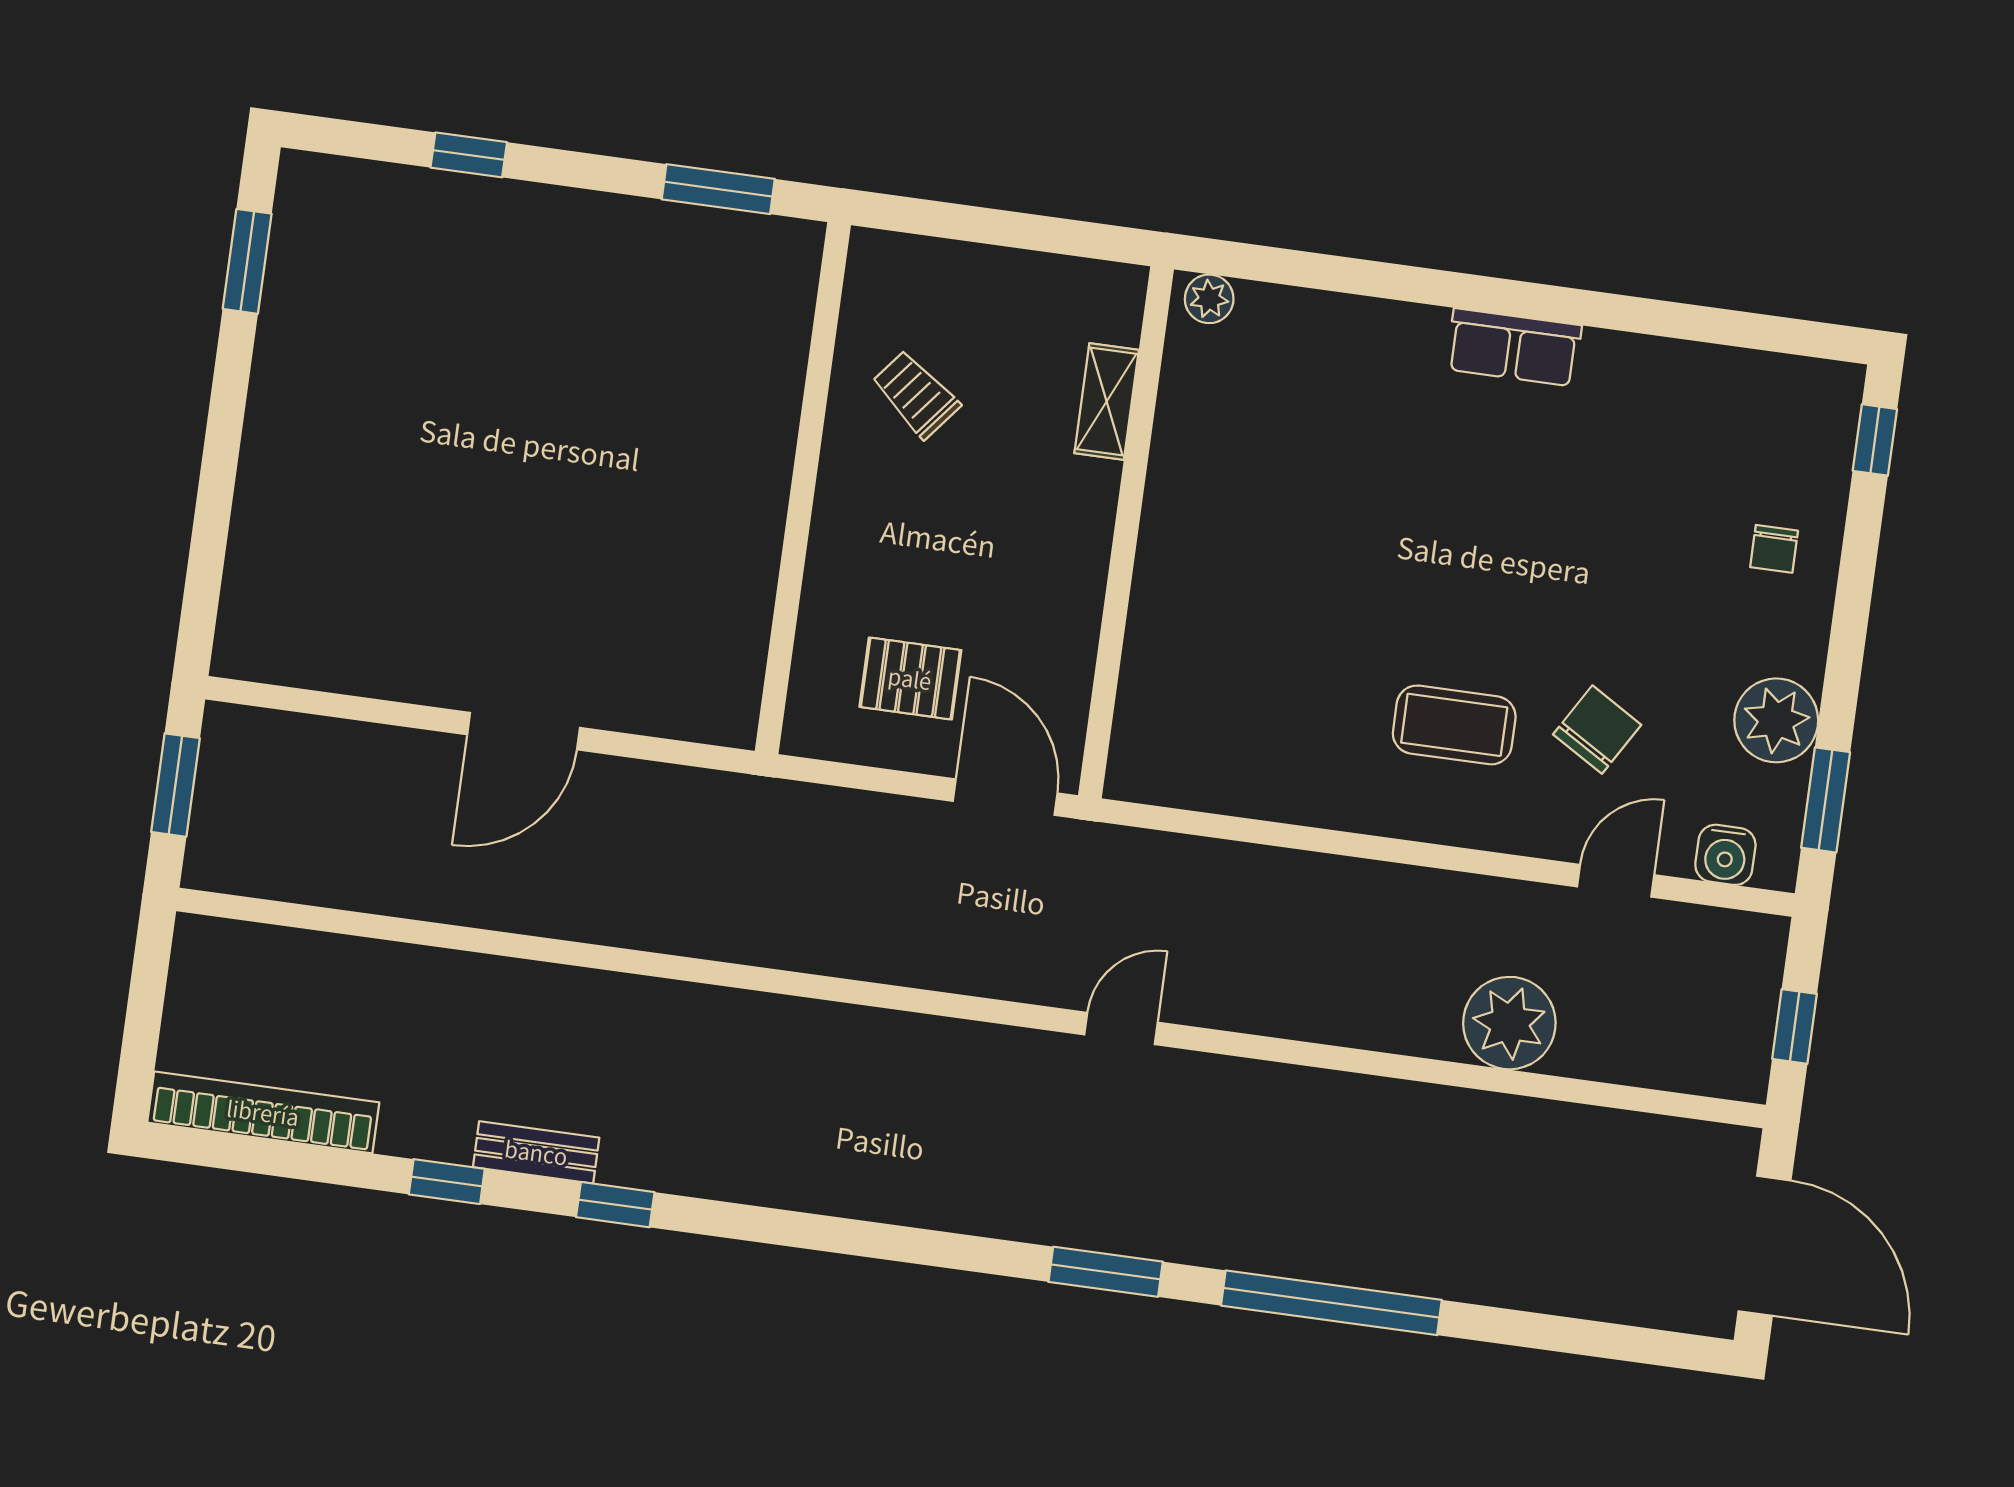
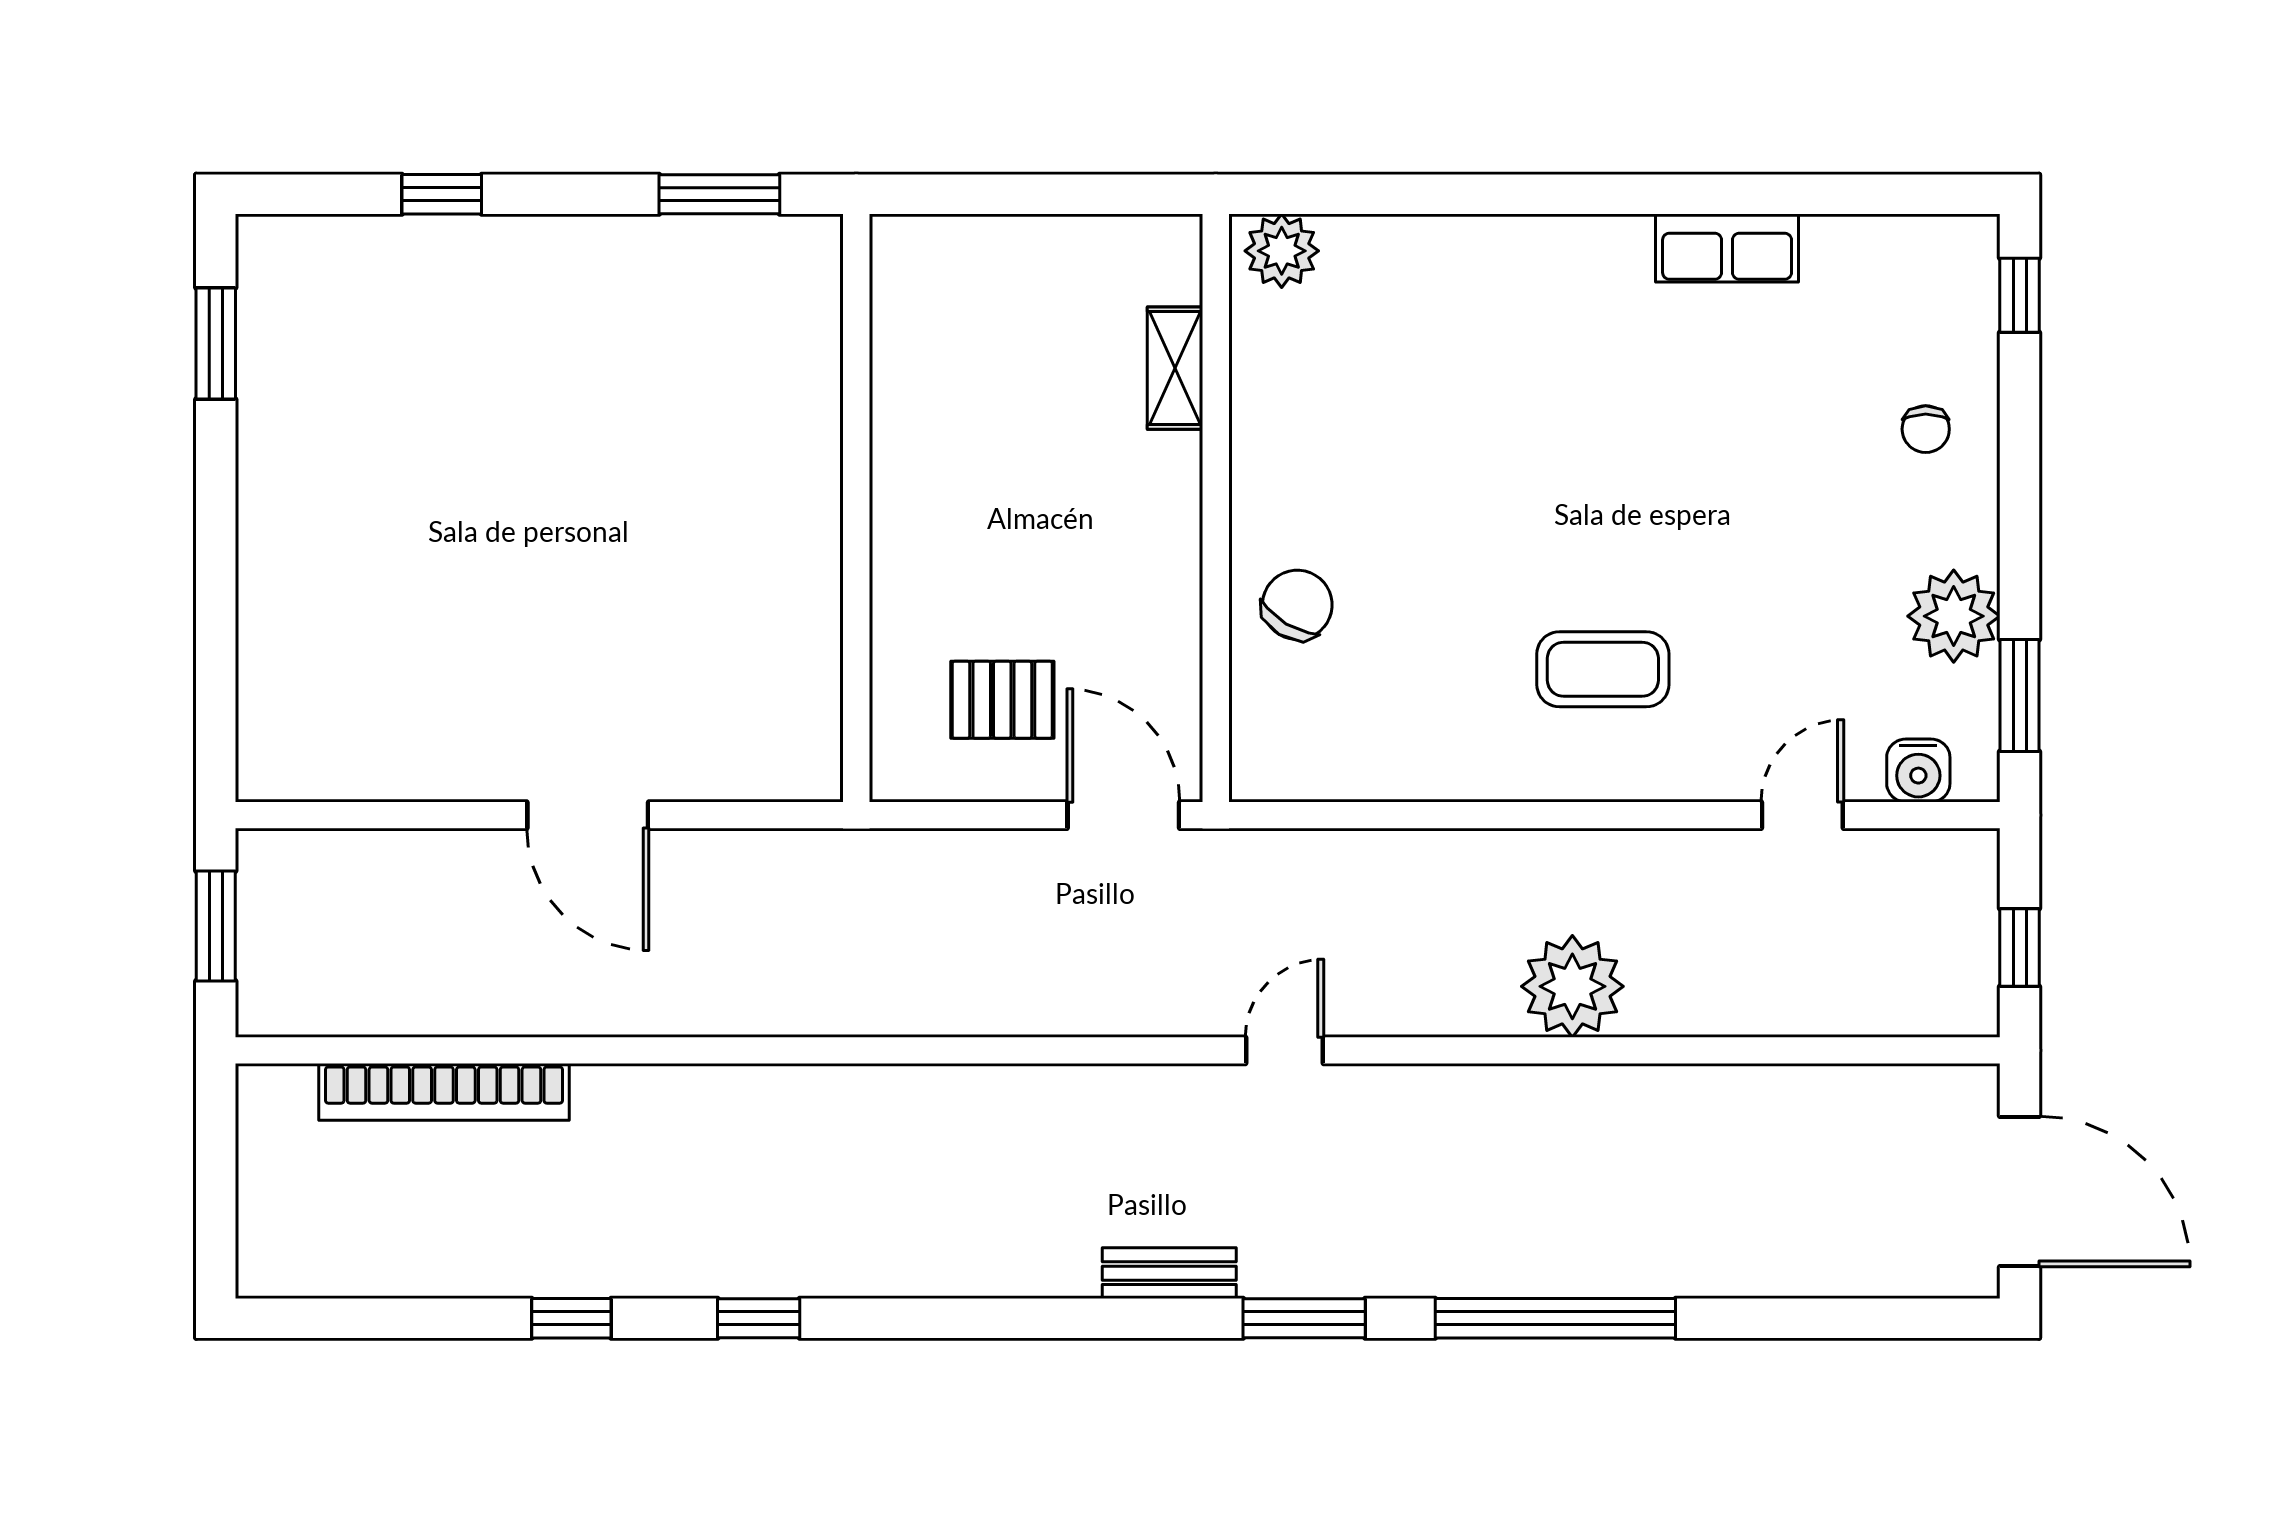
plant: (1209, 299) -> (1282, 251), width x1.38, depth x1.38
row of seats: (1514, 347) -> (1727, 248), moved
trolley: (916, 394) -> (966, 389), removed
chair: (1597, 730) -> (1297, 605), moved
door: (524, 731) -> (588, 815), hinge flipped
plant: (1509, 1023) -> (1572, 986), moved
bookcase: (263, 1112) -> (444, 1092), moved, turned 180
bench: (536, 1152) -> (1169, 1273), moved

